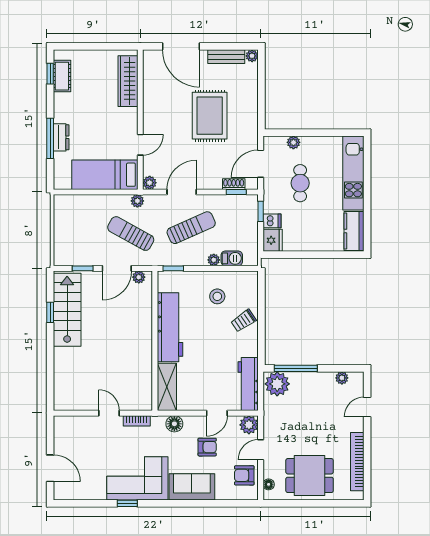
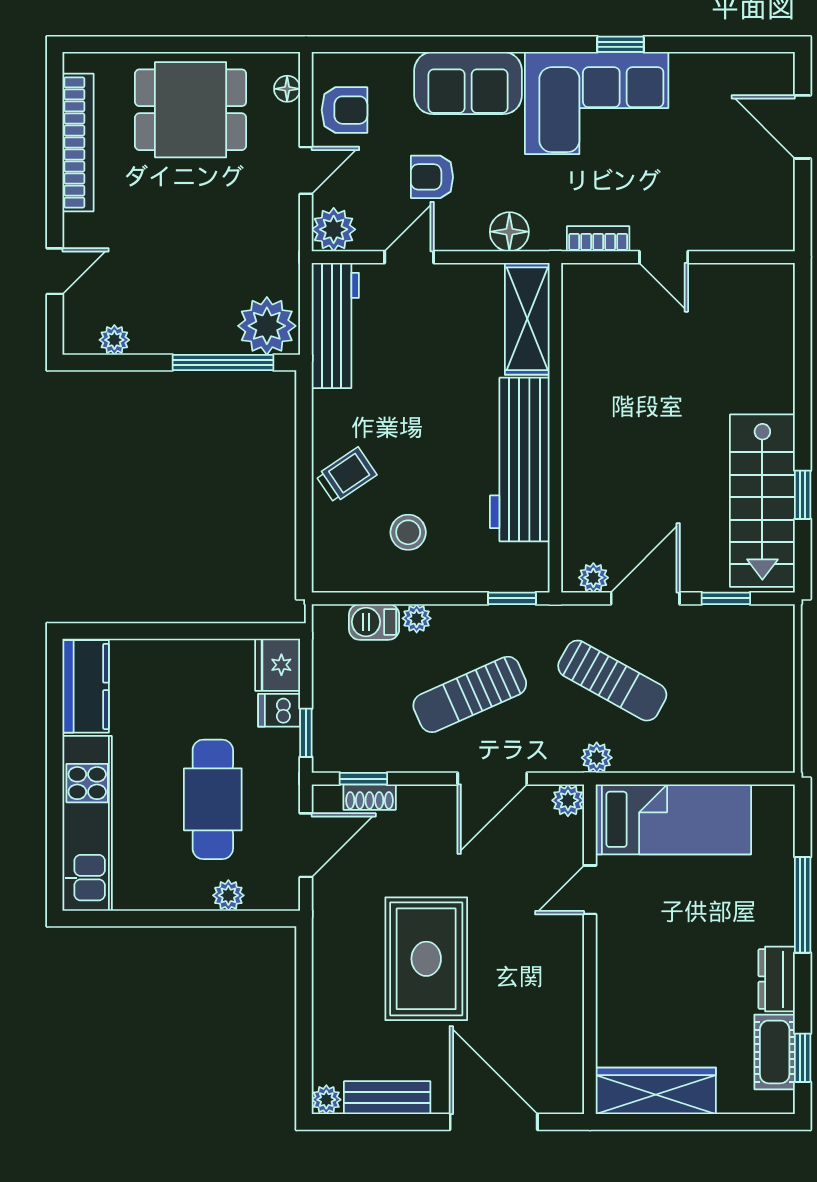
wardrobe: (128, 81) -> (656, 1091), moved, turned -90
dresser: (61, 137) -> (777, 979), moved
cafe table: (300, 183) -> (213, 799), width x1.37, depth x1.35

